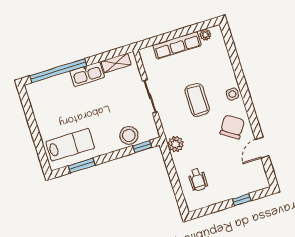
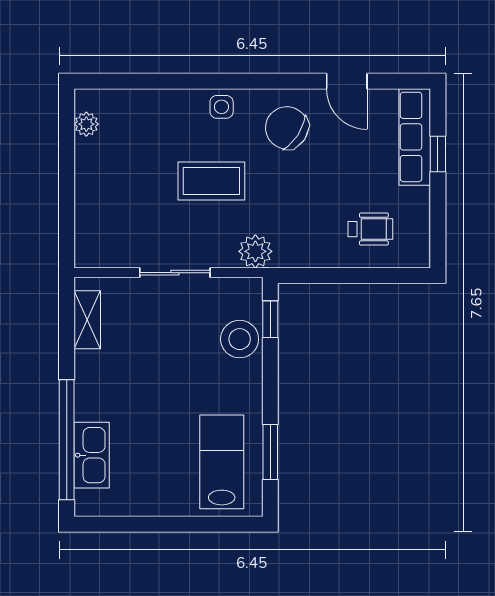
row of seats: (177, 45) -> (415, 137), moved, turned 180
kitchen sink: (87, 74) -> (92, 455), moved
plant: (176, 144) -> (255, 251), moved

